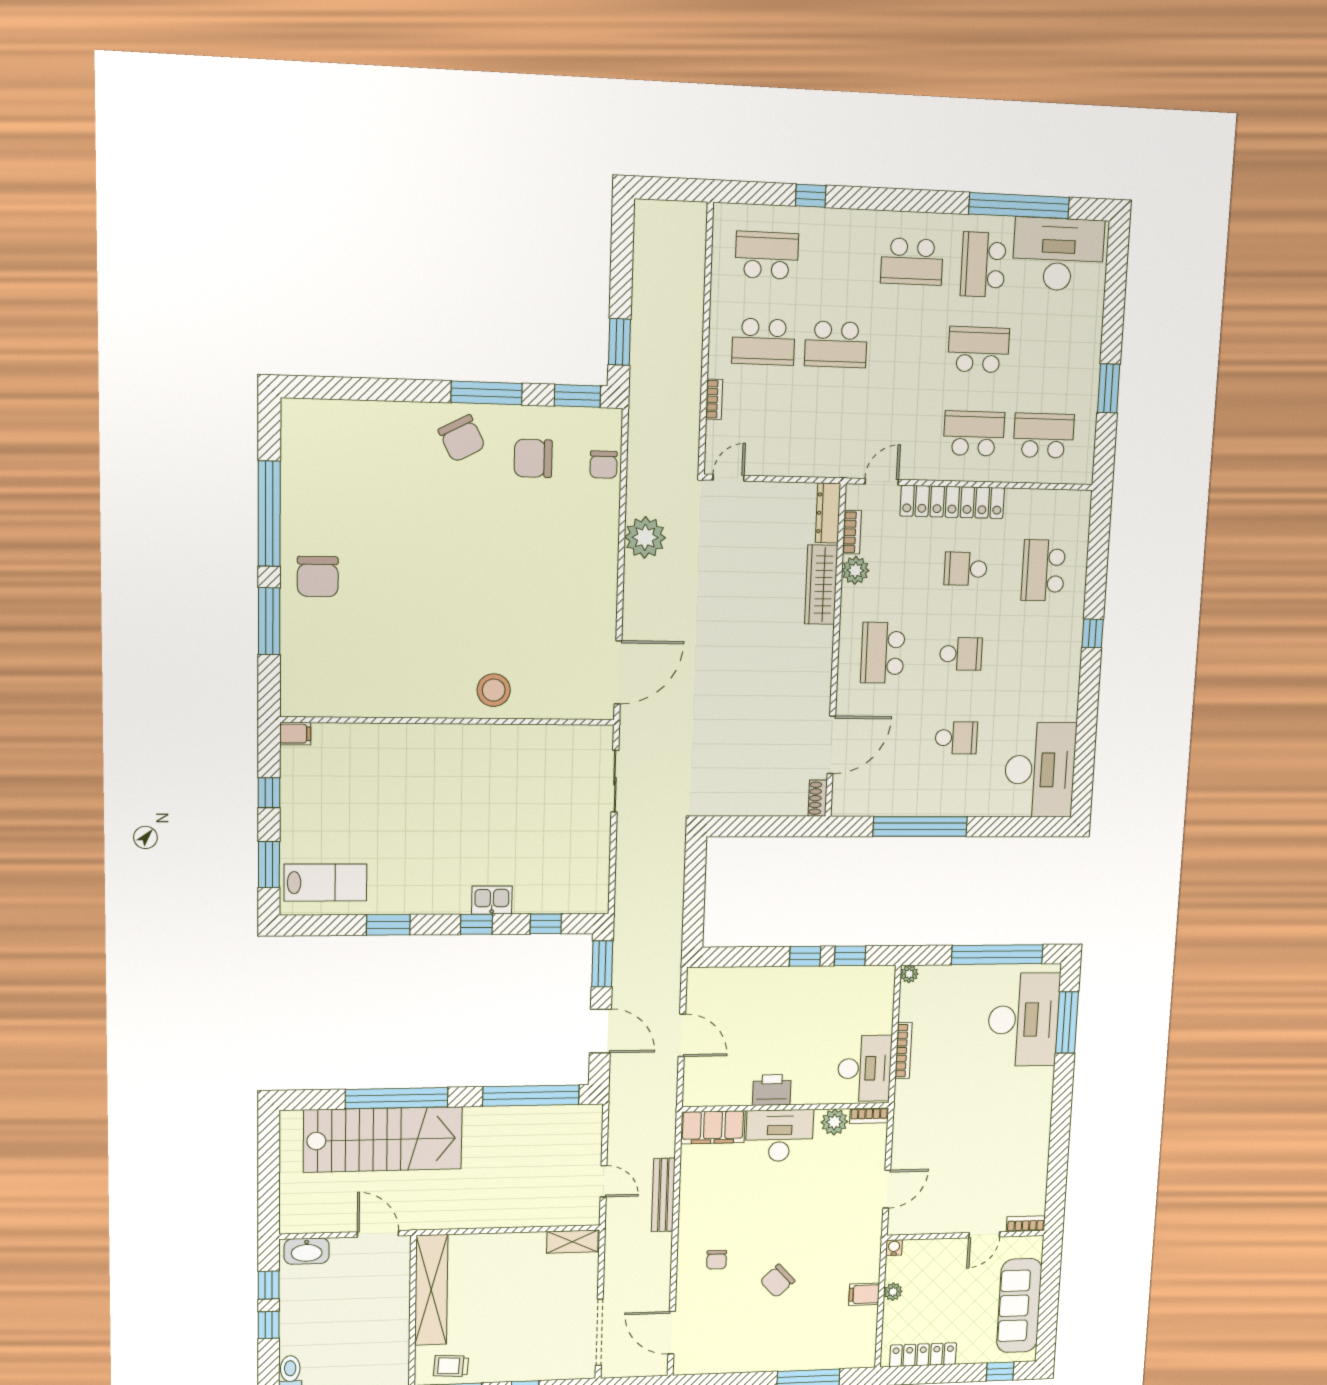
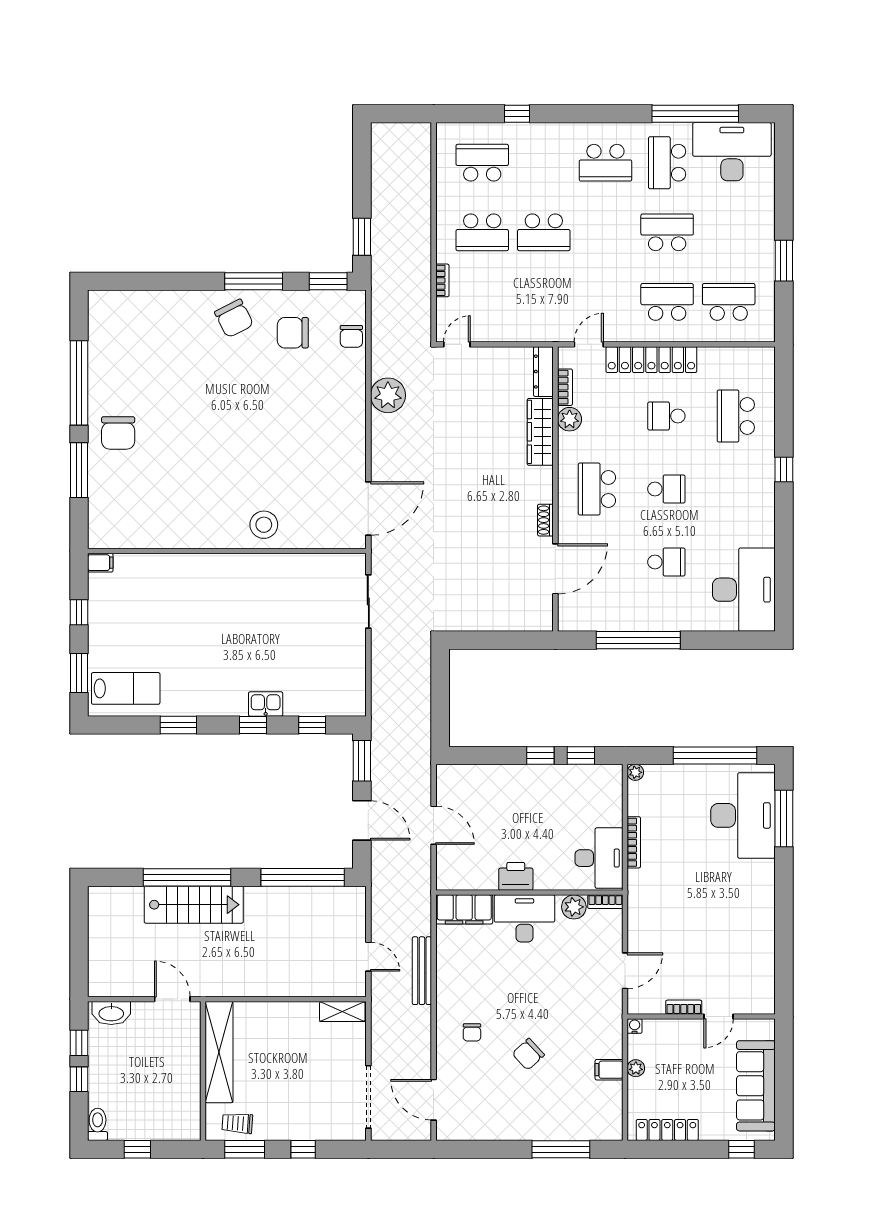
shoe rack: (818, 798) -> (545, 520), moved
stairs: (383, 1140) -> (194, 905), width x0.73, depth x0.66
bookcase: (1026, 1224) -> (684, 1007), moved

